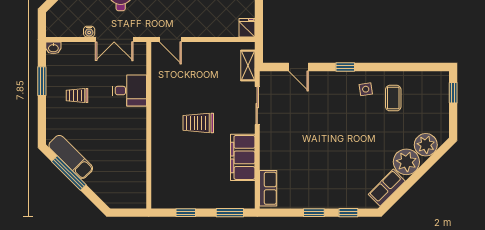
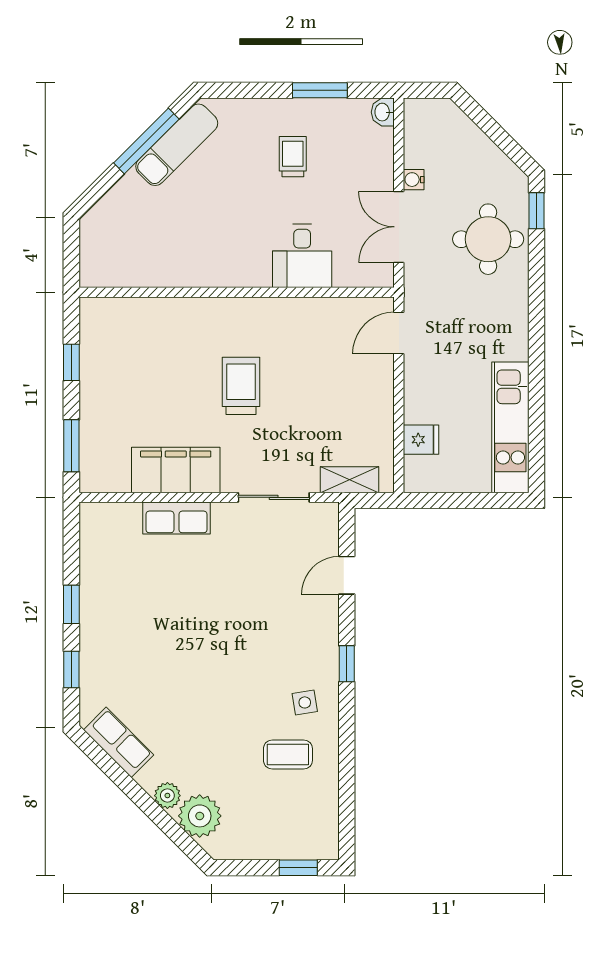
fridge: (247, 28) -> (421, 440), moved
plant: (406, 162) -> (167, 796), width x0.53, depth x0.53
row of seats: (268, 188) -> (176, 518), moved

